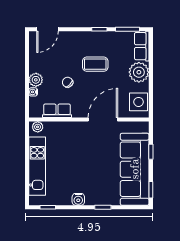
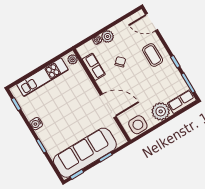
coffee table: (95, 64) -> (153, 55), moved

